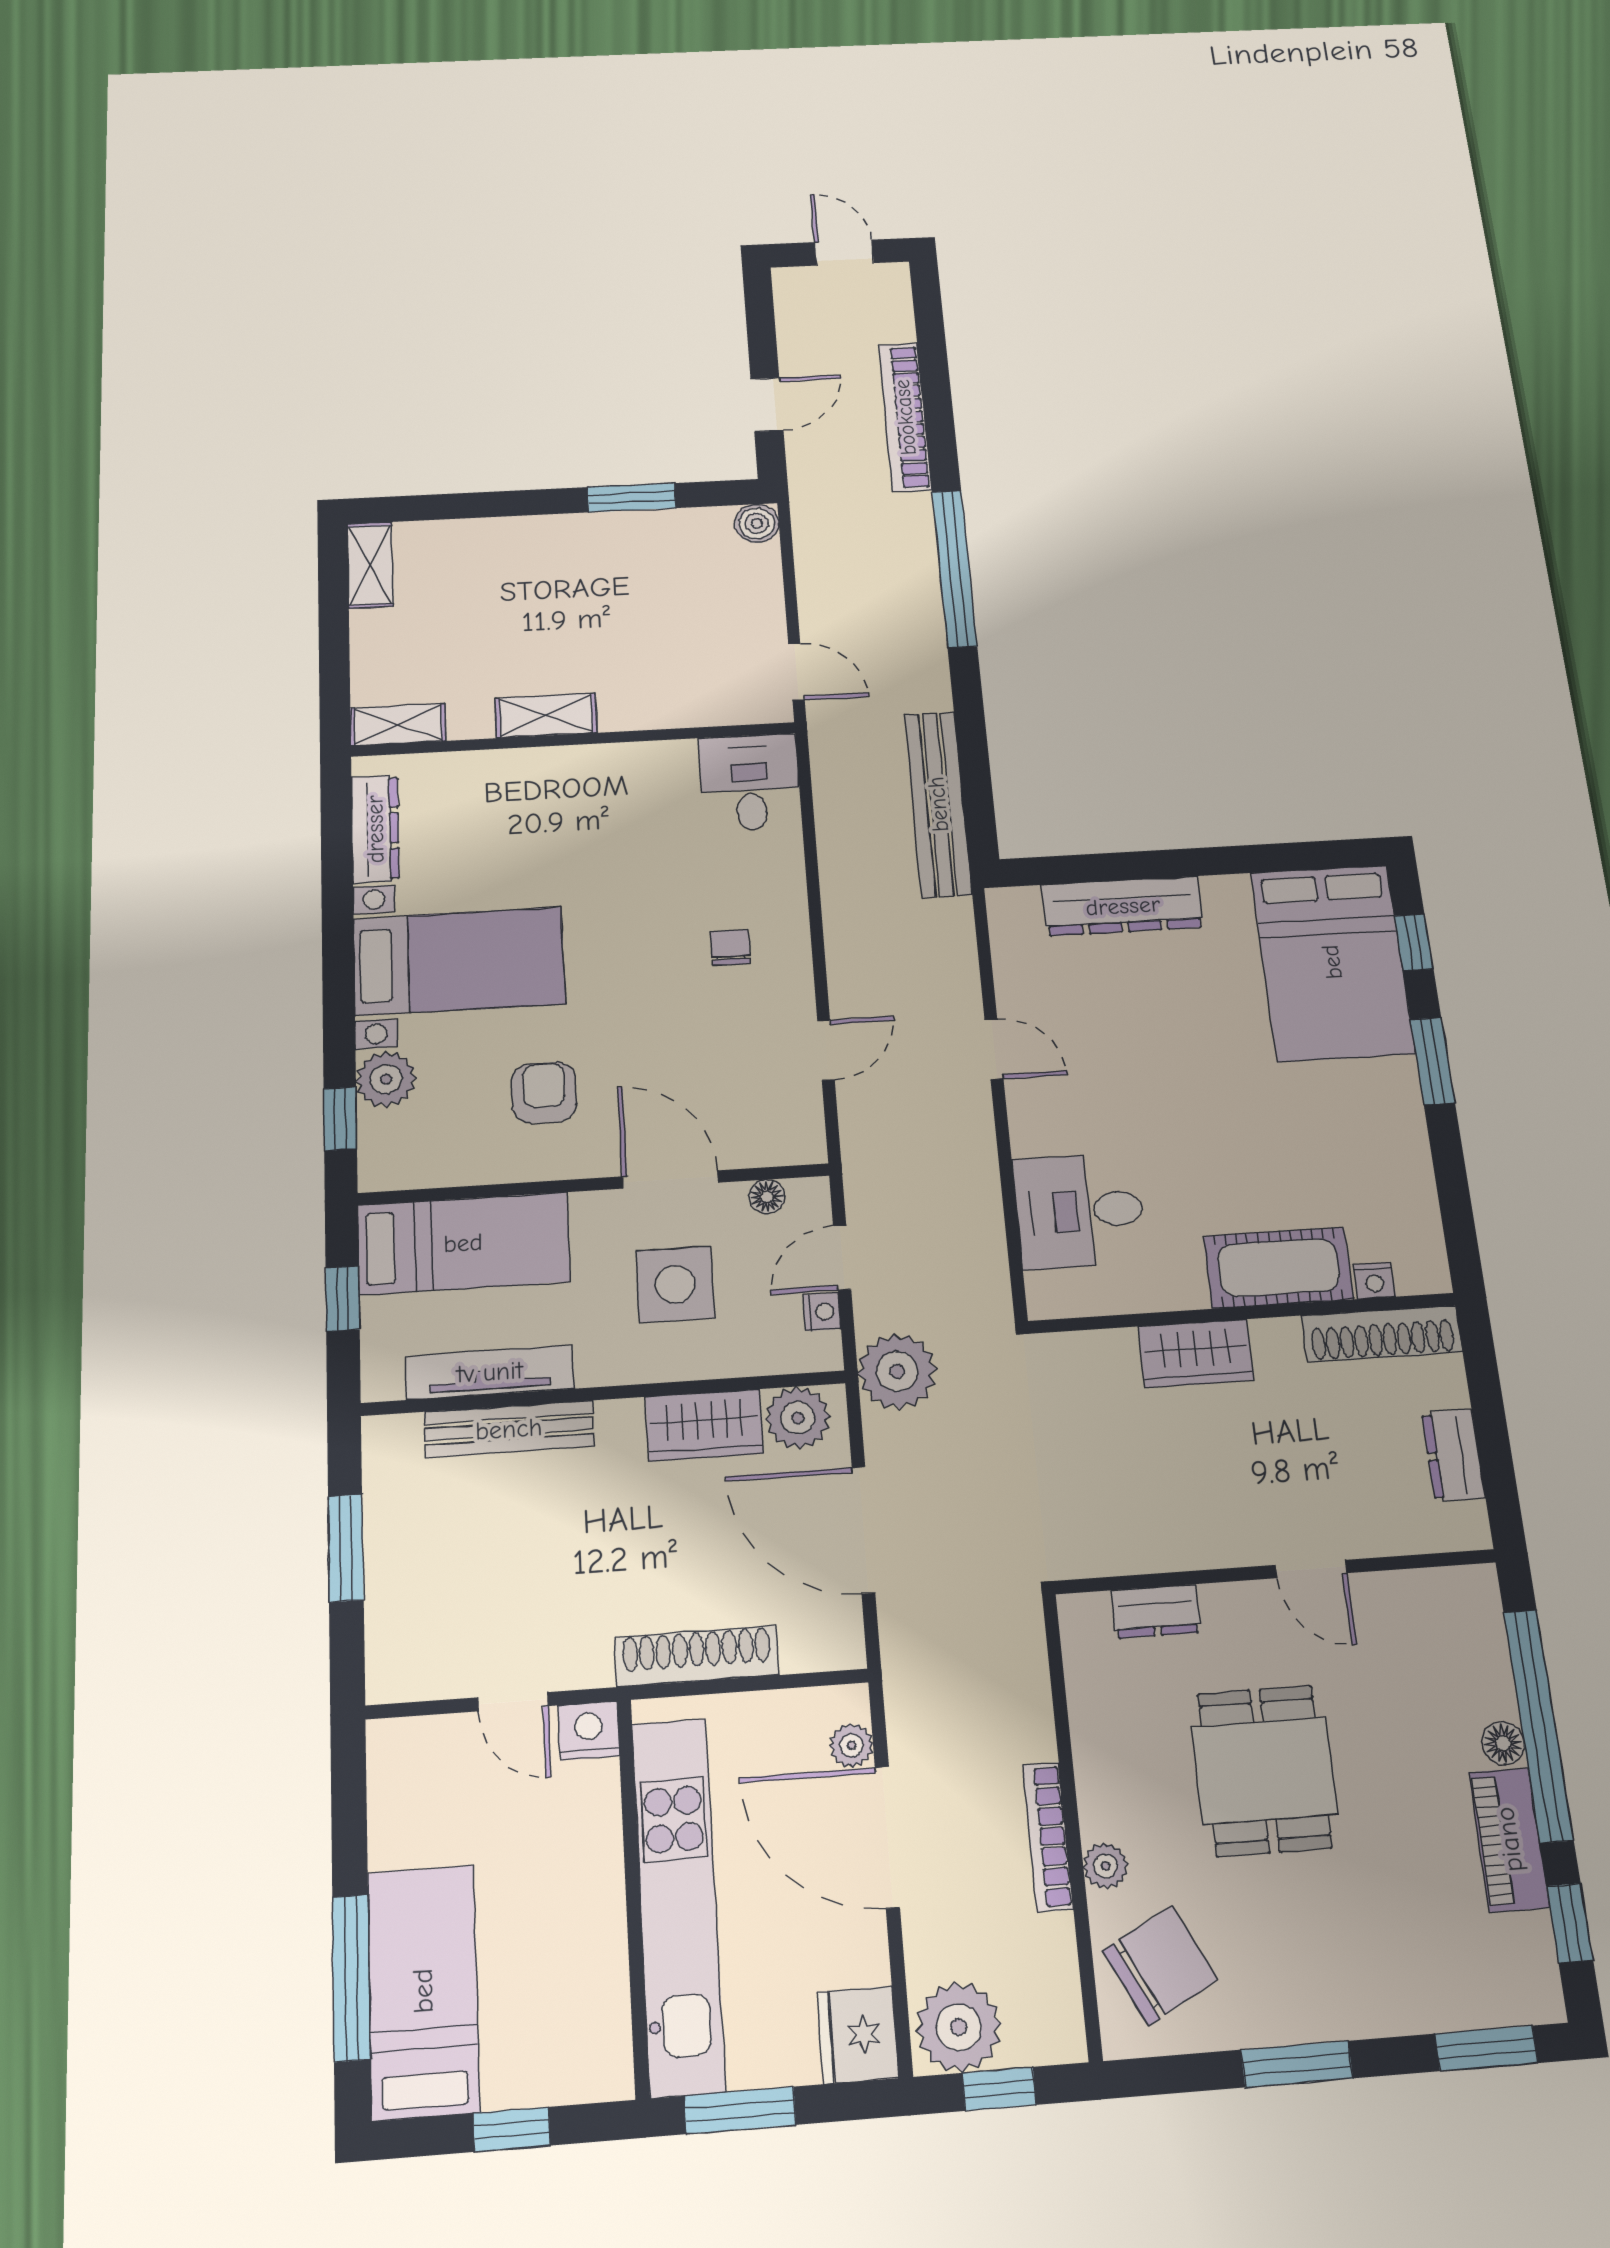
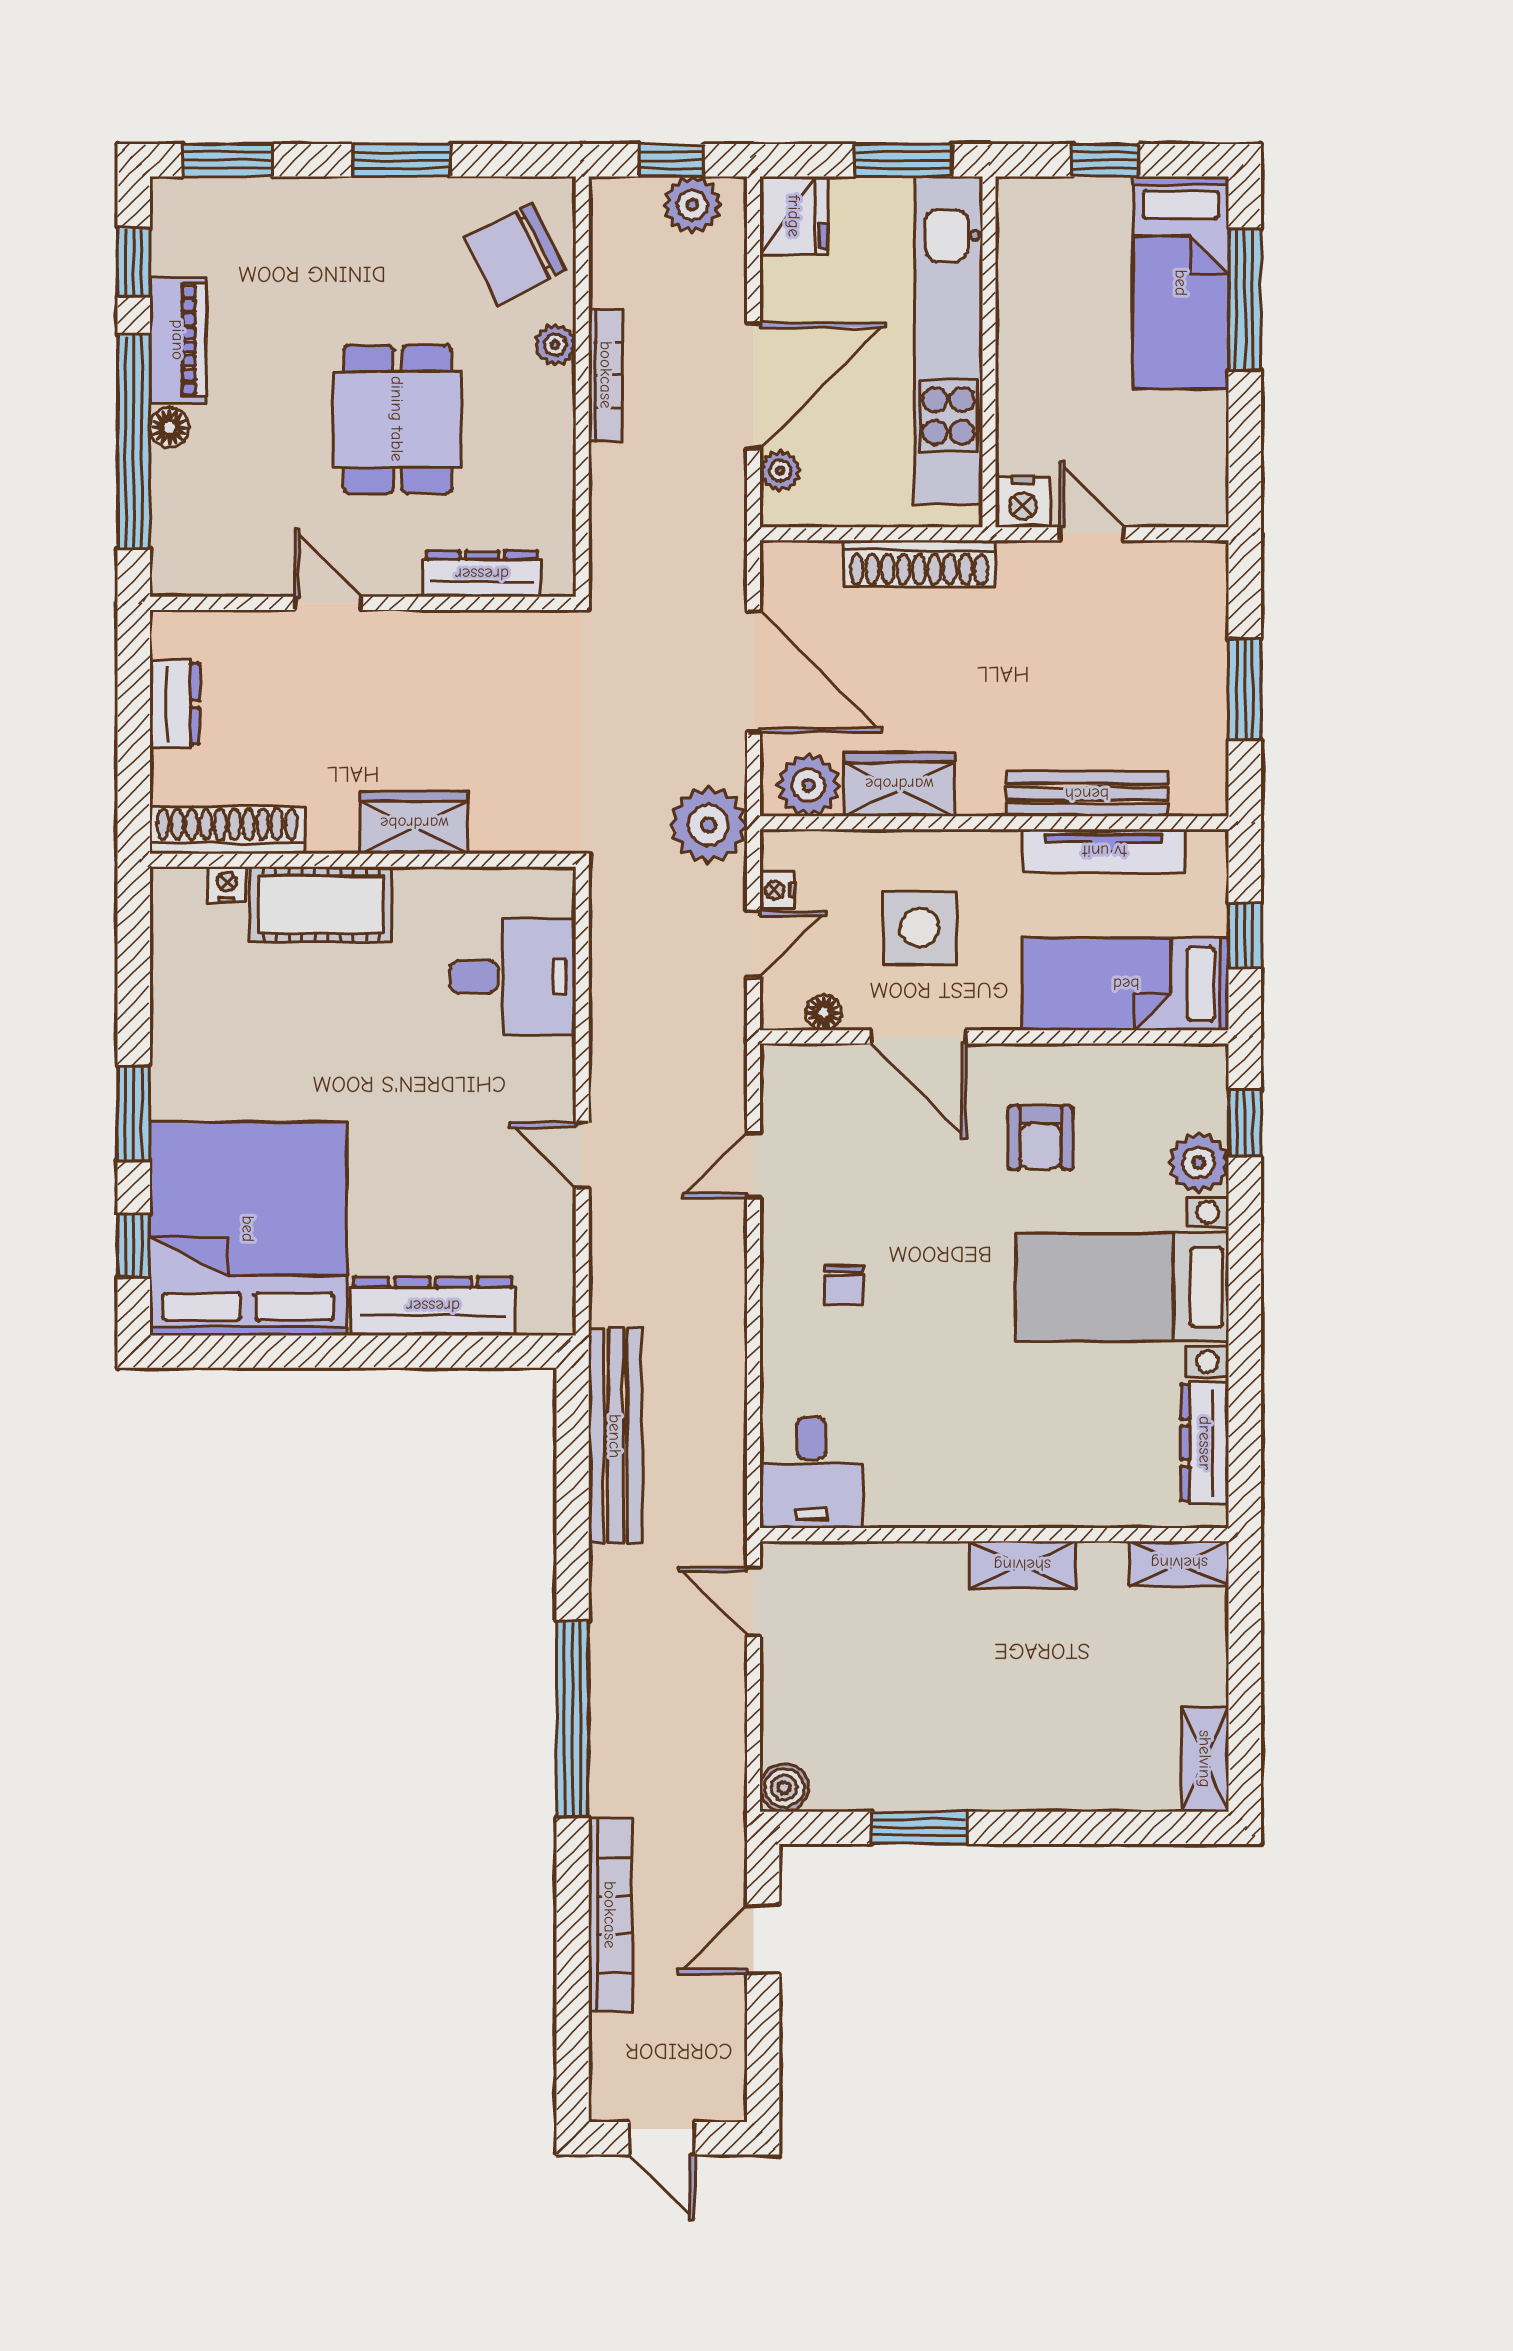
bed: (1332, 962) -> (248, 1229), width x1.36
dresser: (1156, 1611) -> (482, 574), width x1.44
door: (887, 1837) -> (753, 386), hinge flipped
plant: (959, 2027) -> (692, 205), width x0.73, depth x0.73

